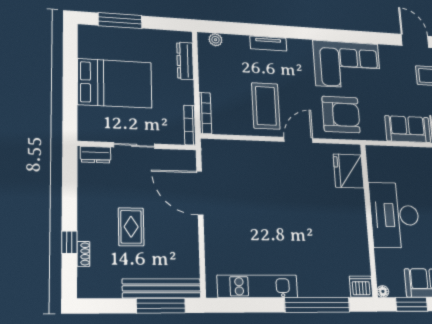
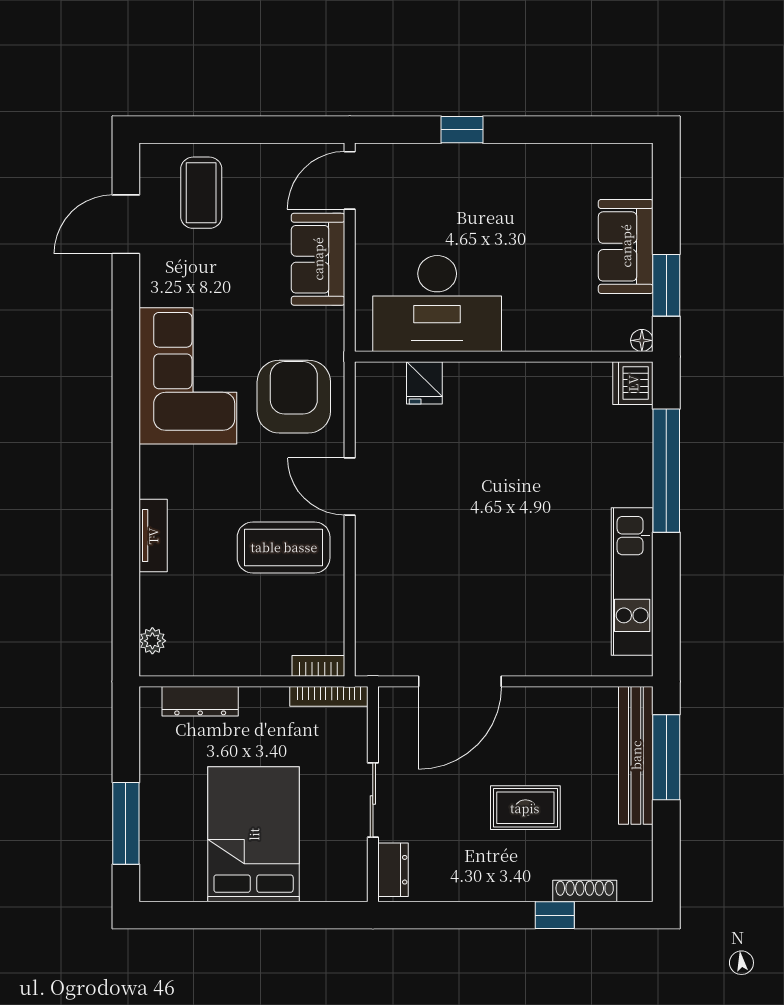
bookcase: (205, 113) -> (318, 666), width x0.64
fridge: (349, 171) -> (424, 383), width x0.53, depth x0.75
desk: (395, 215) -> (437, 304), moved
shoe rack: (83, 254) -> (585, 891), width x1.43

